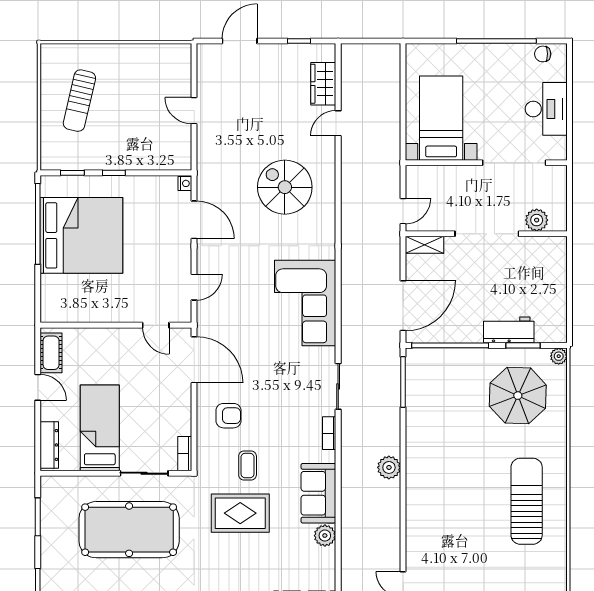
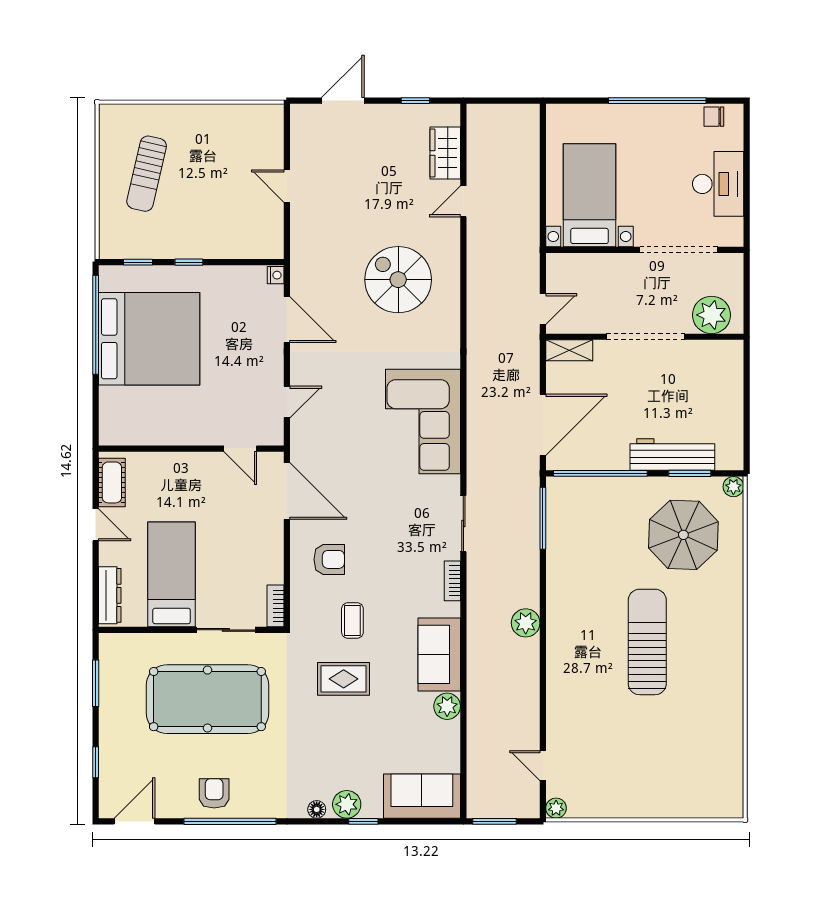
plant: (537, 220) -> (711, 315), width x1.36, depth x1.36
workbench: (509, 330) -> (672, 455), width x1.38
sun lounger: (527, 501) -> (647, 642), moved
rug: (240, 513) -> (344, 679), width x0.73, depth x0.70

